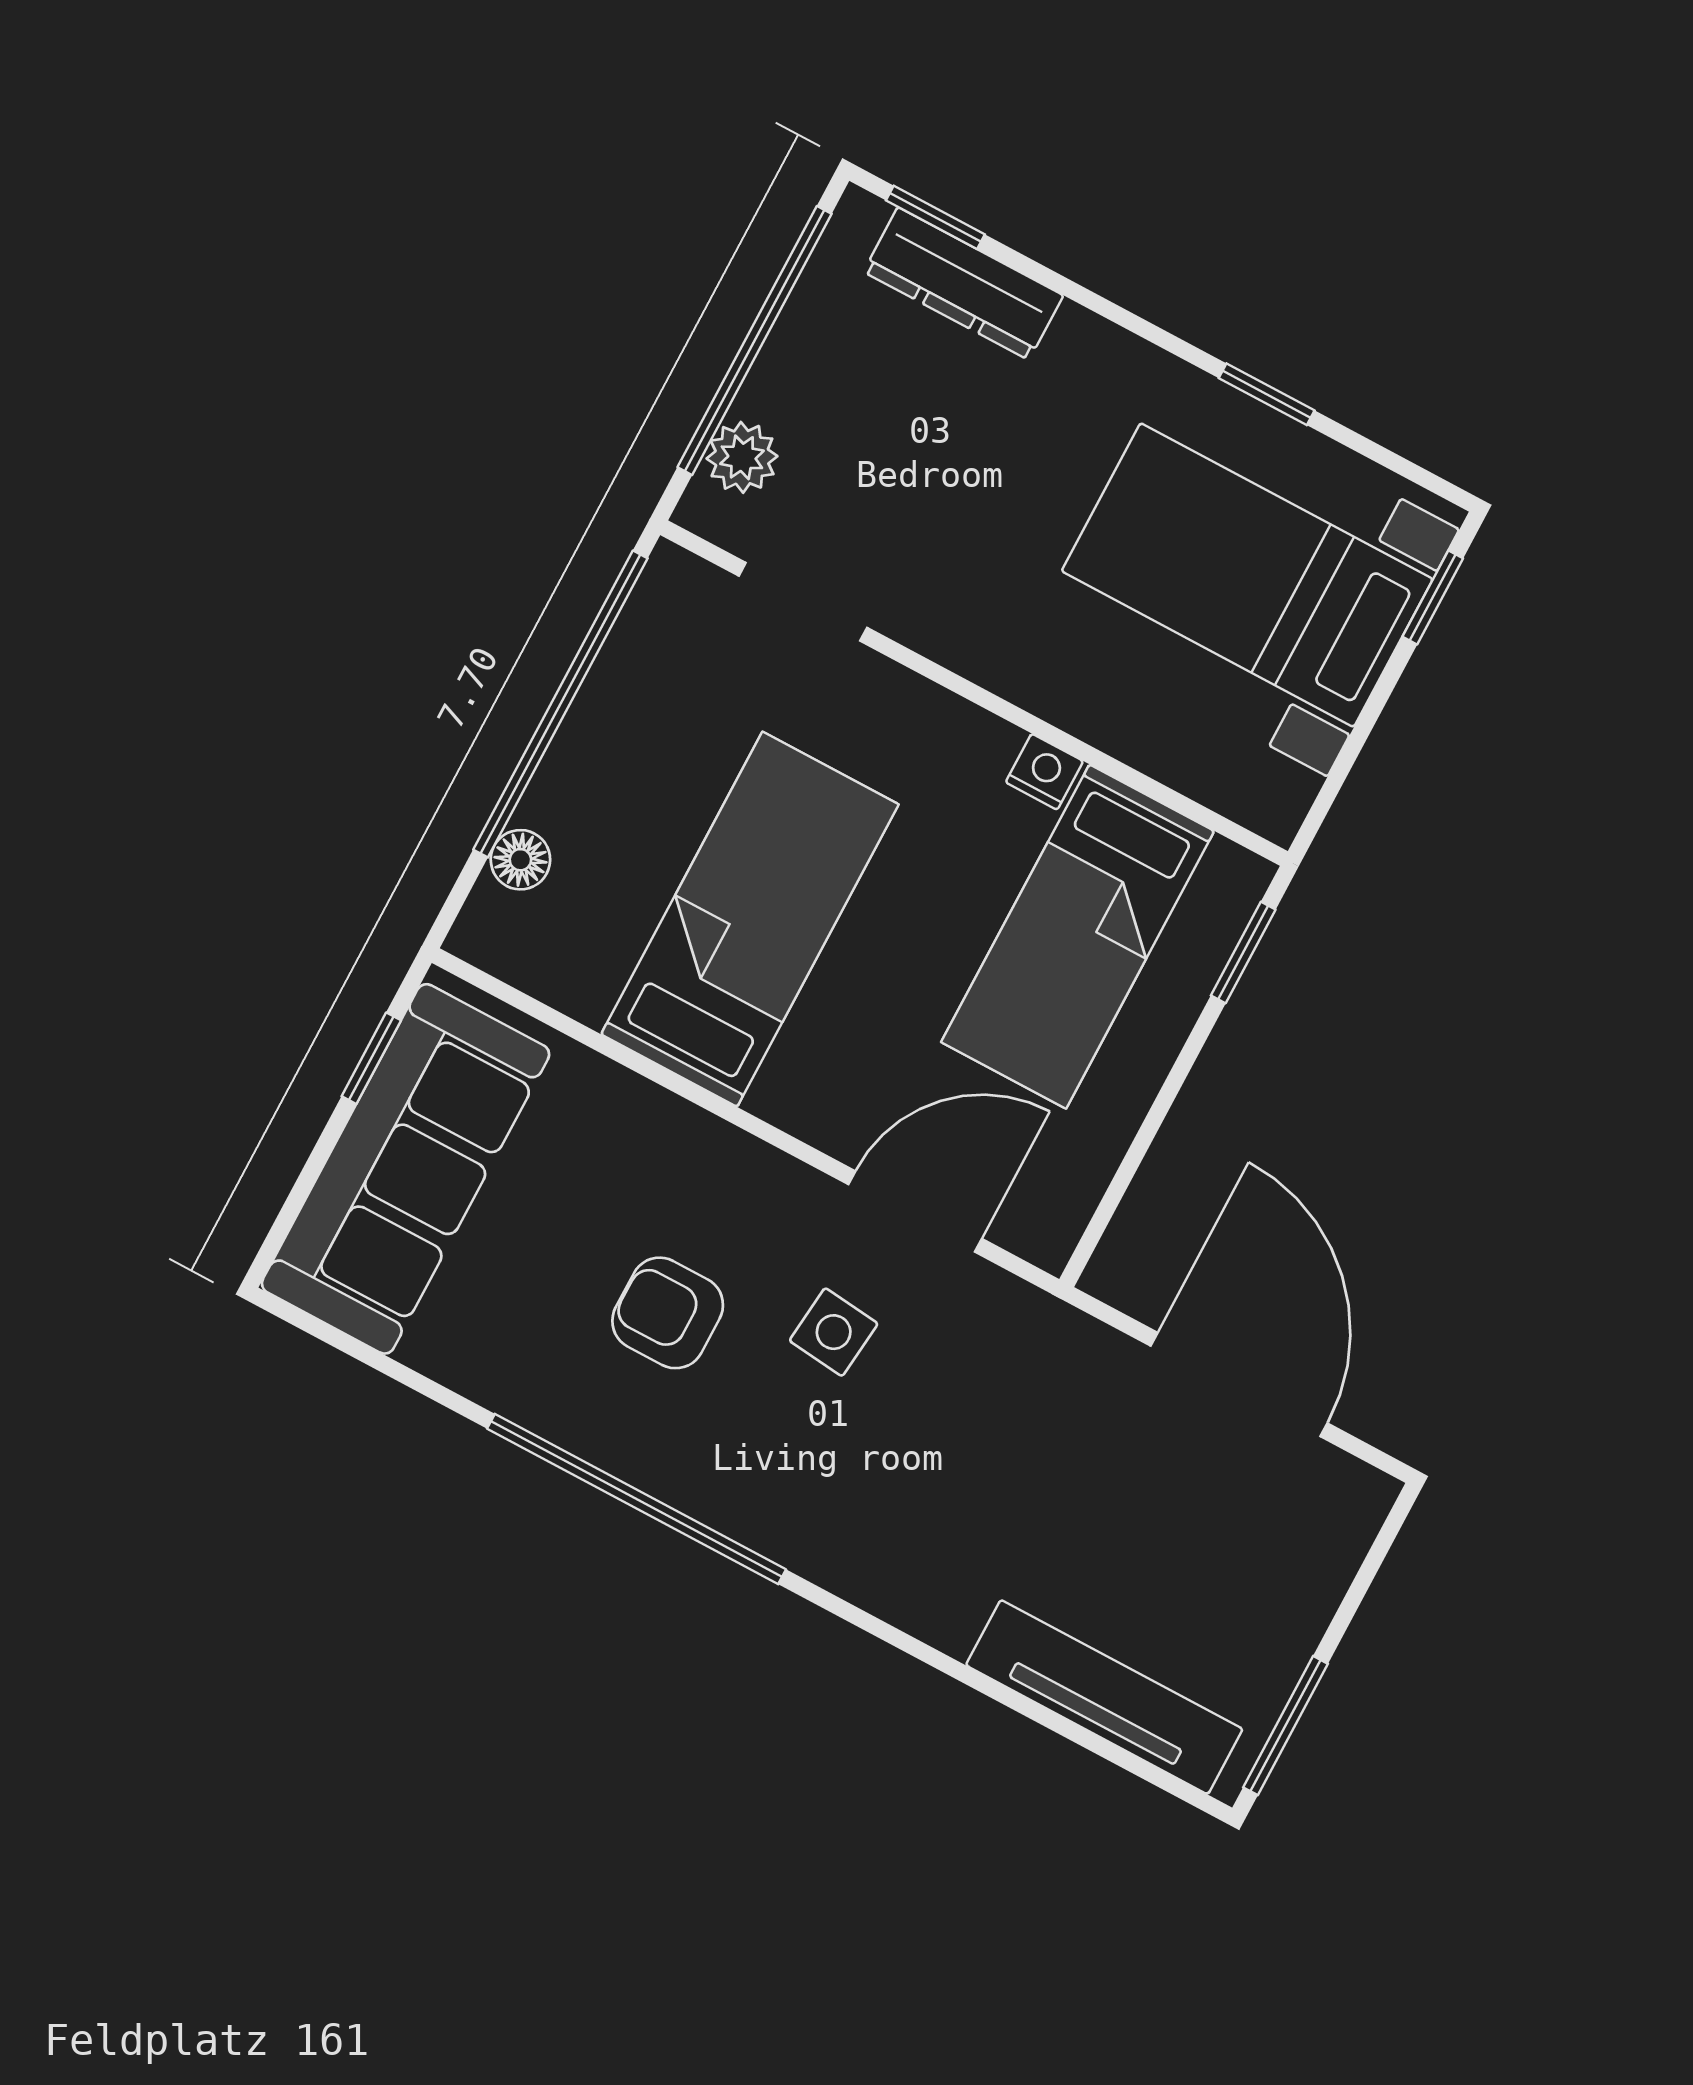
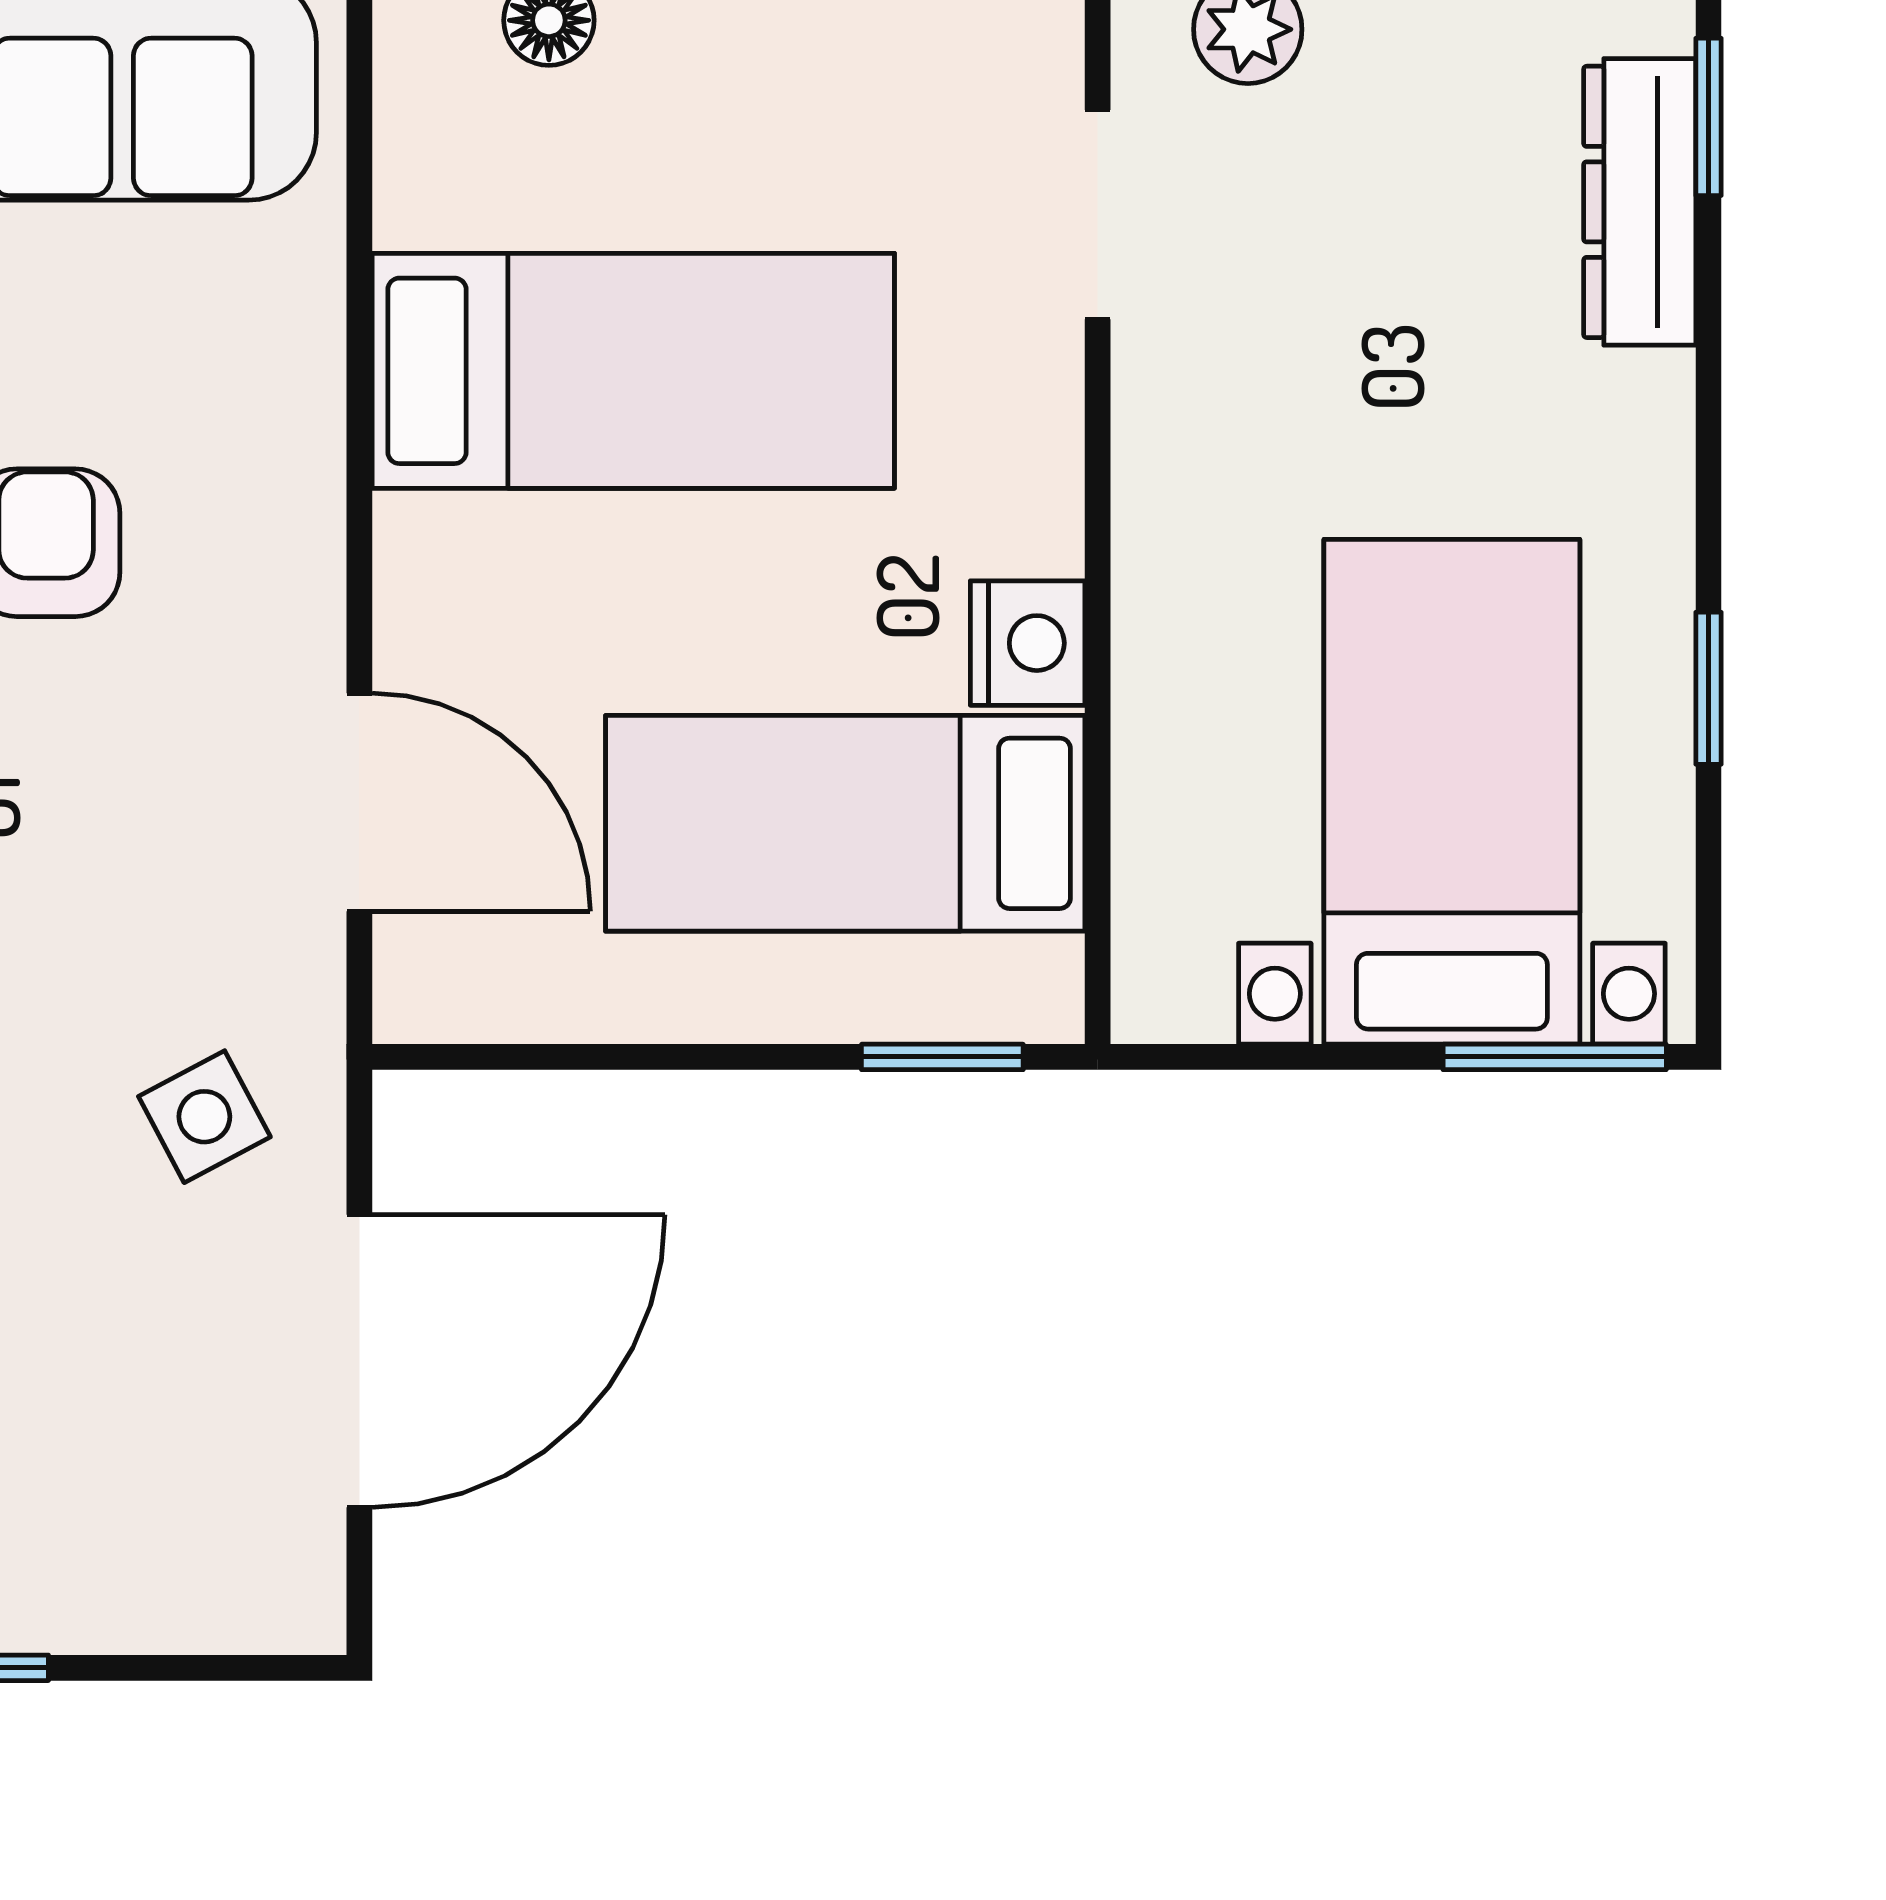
window: (1433, 598) -> (1555, 1057), width x1.50
nightstand: (1044, 772) -> (1028, 643), width x1.39, depth x1.35
side table: (834, 1332) -> (204, 1117), moved, turned -34

